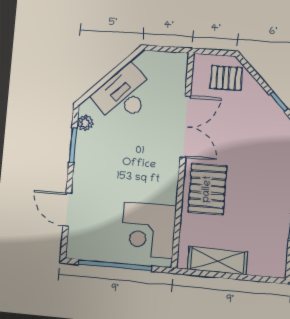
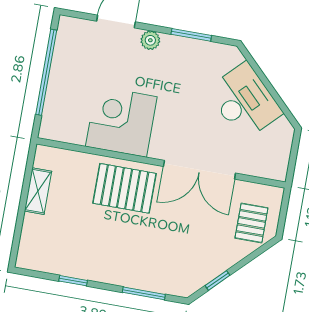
plant: (85, 123) -> (150, 40), moved
corner desk: (148, 230) -> (121, 122), moved
shelving: (217, 261) -> (38, 191), width x0.67, depth x0.75

